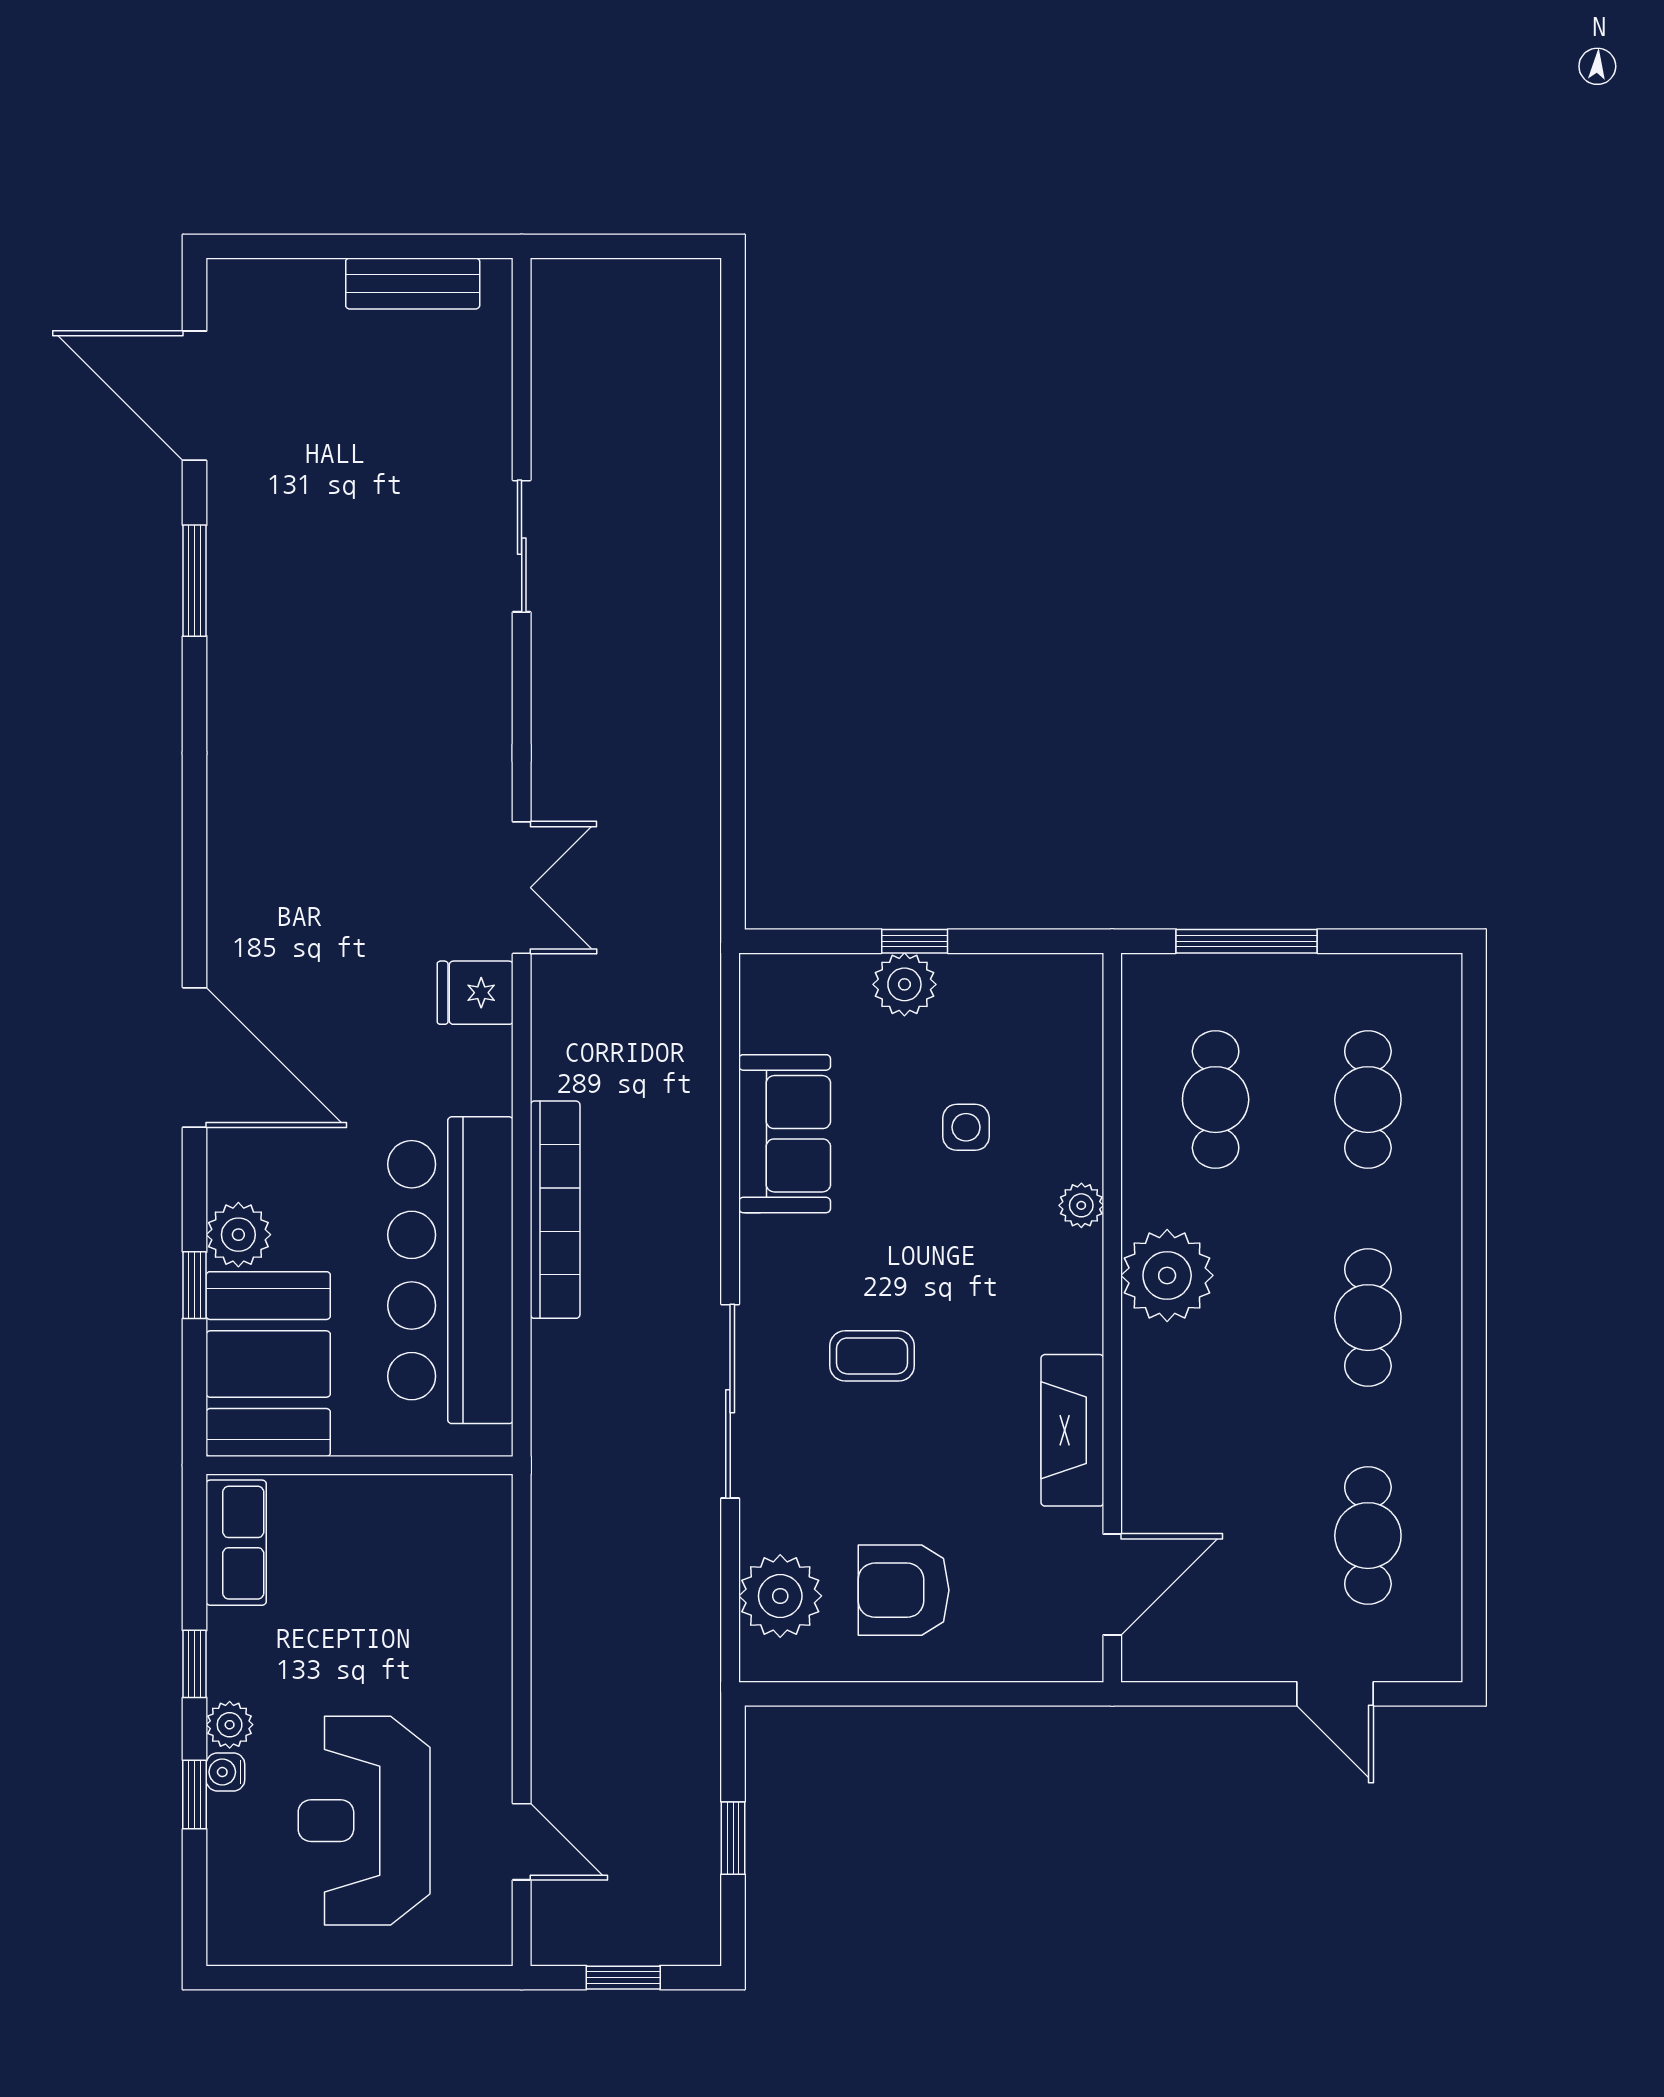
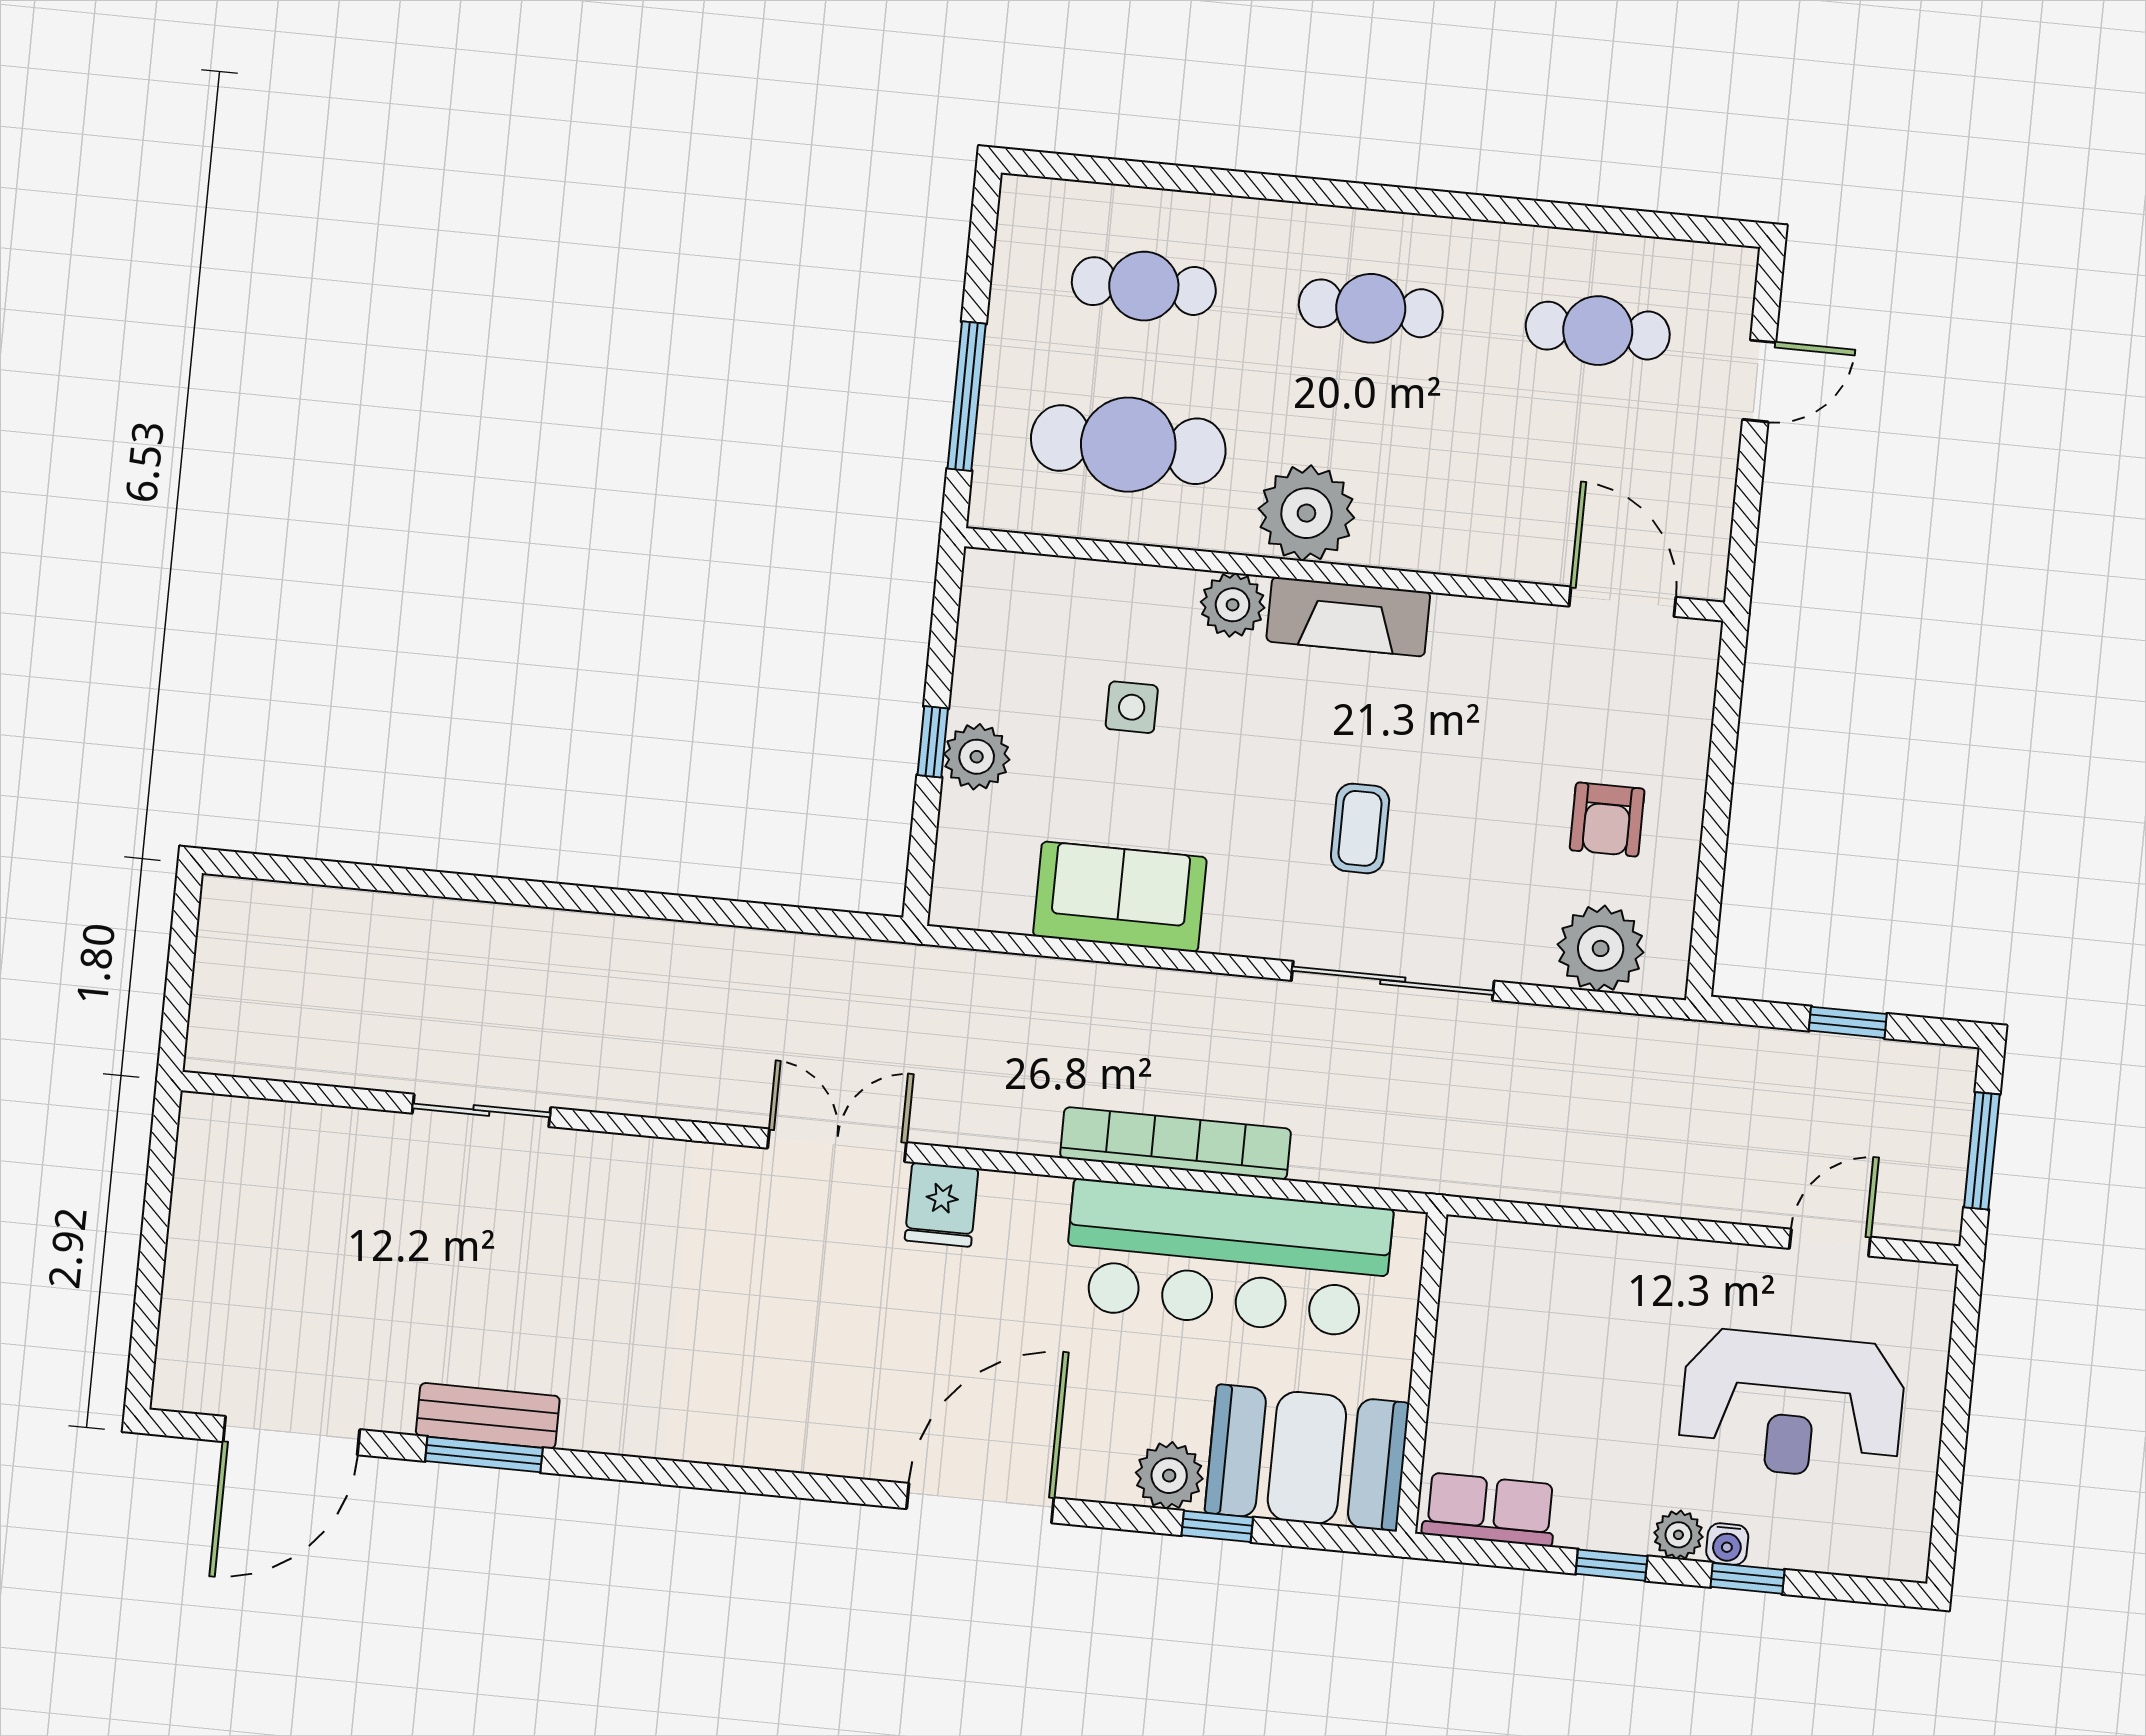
bench: (413, 284) -> (488, 1416), moved, turned 90
cafe table: (1216, 1100) -> (1128, 445), width x1.37, depth x1.35
plant: (1081, 1205) -> (1233, 605), width x1.38, depth x1.38
fireplace: (1072, 1430) -> (1348, 617), moved
armchair: (904, 1590) -> (1607, 819), width x0.72, depth x0.72
window: (623, 1978) -> (1982, 1151), width x1.50

